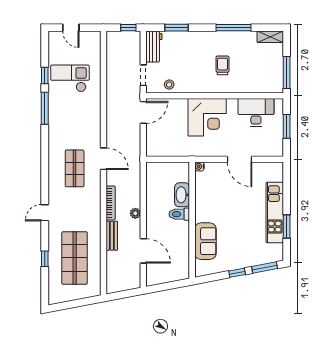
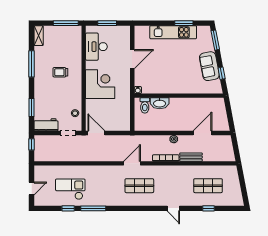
checkout: (70, 78) -> (70, 189), turned 90
toilet: (179, 214) -> (145, 105), moved
sofa: (205, 241) -> (209, 66), moved, turned -101
shop shelf: (75, 258) -> (208, 186), width x0.70, depth x0.74
window: (237, 273) -> (222, 73), moved

